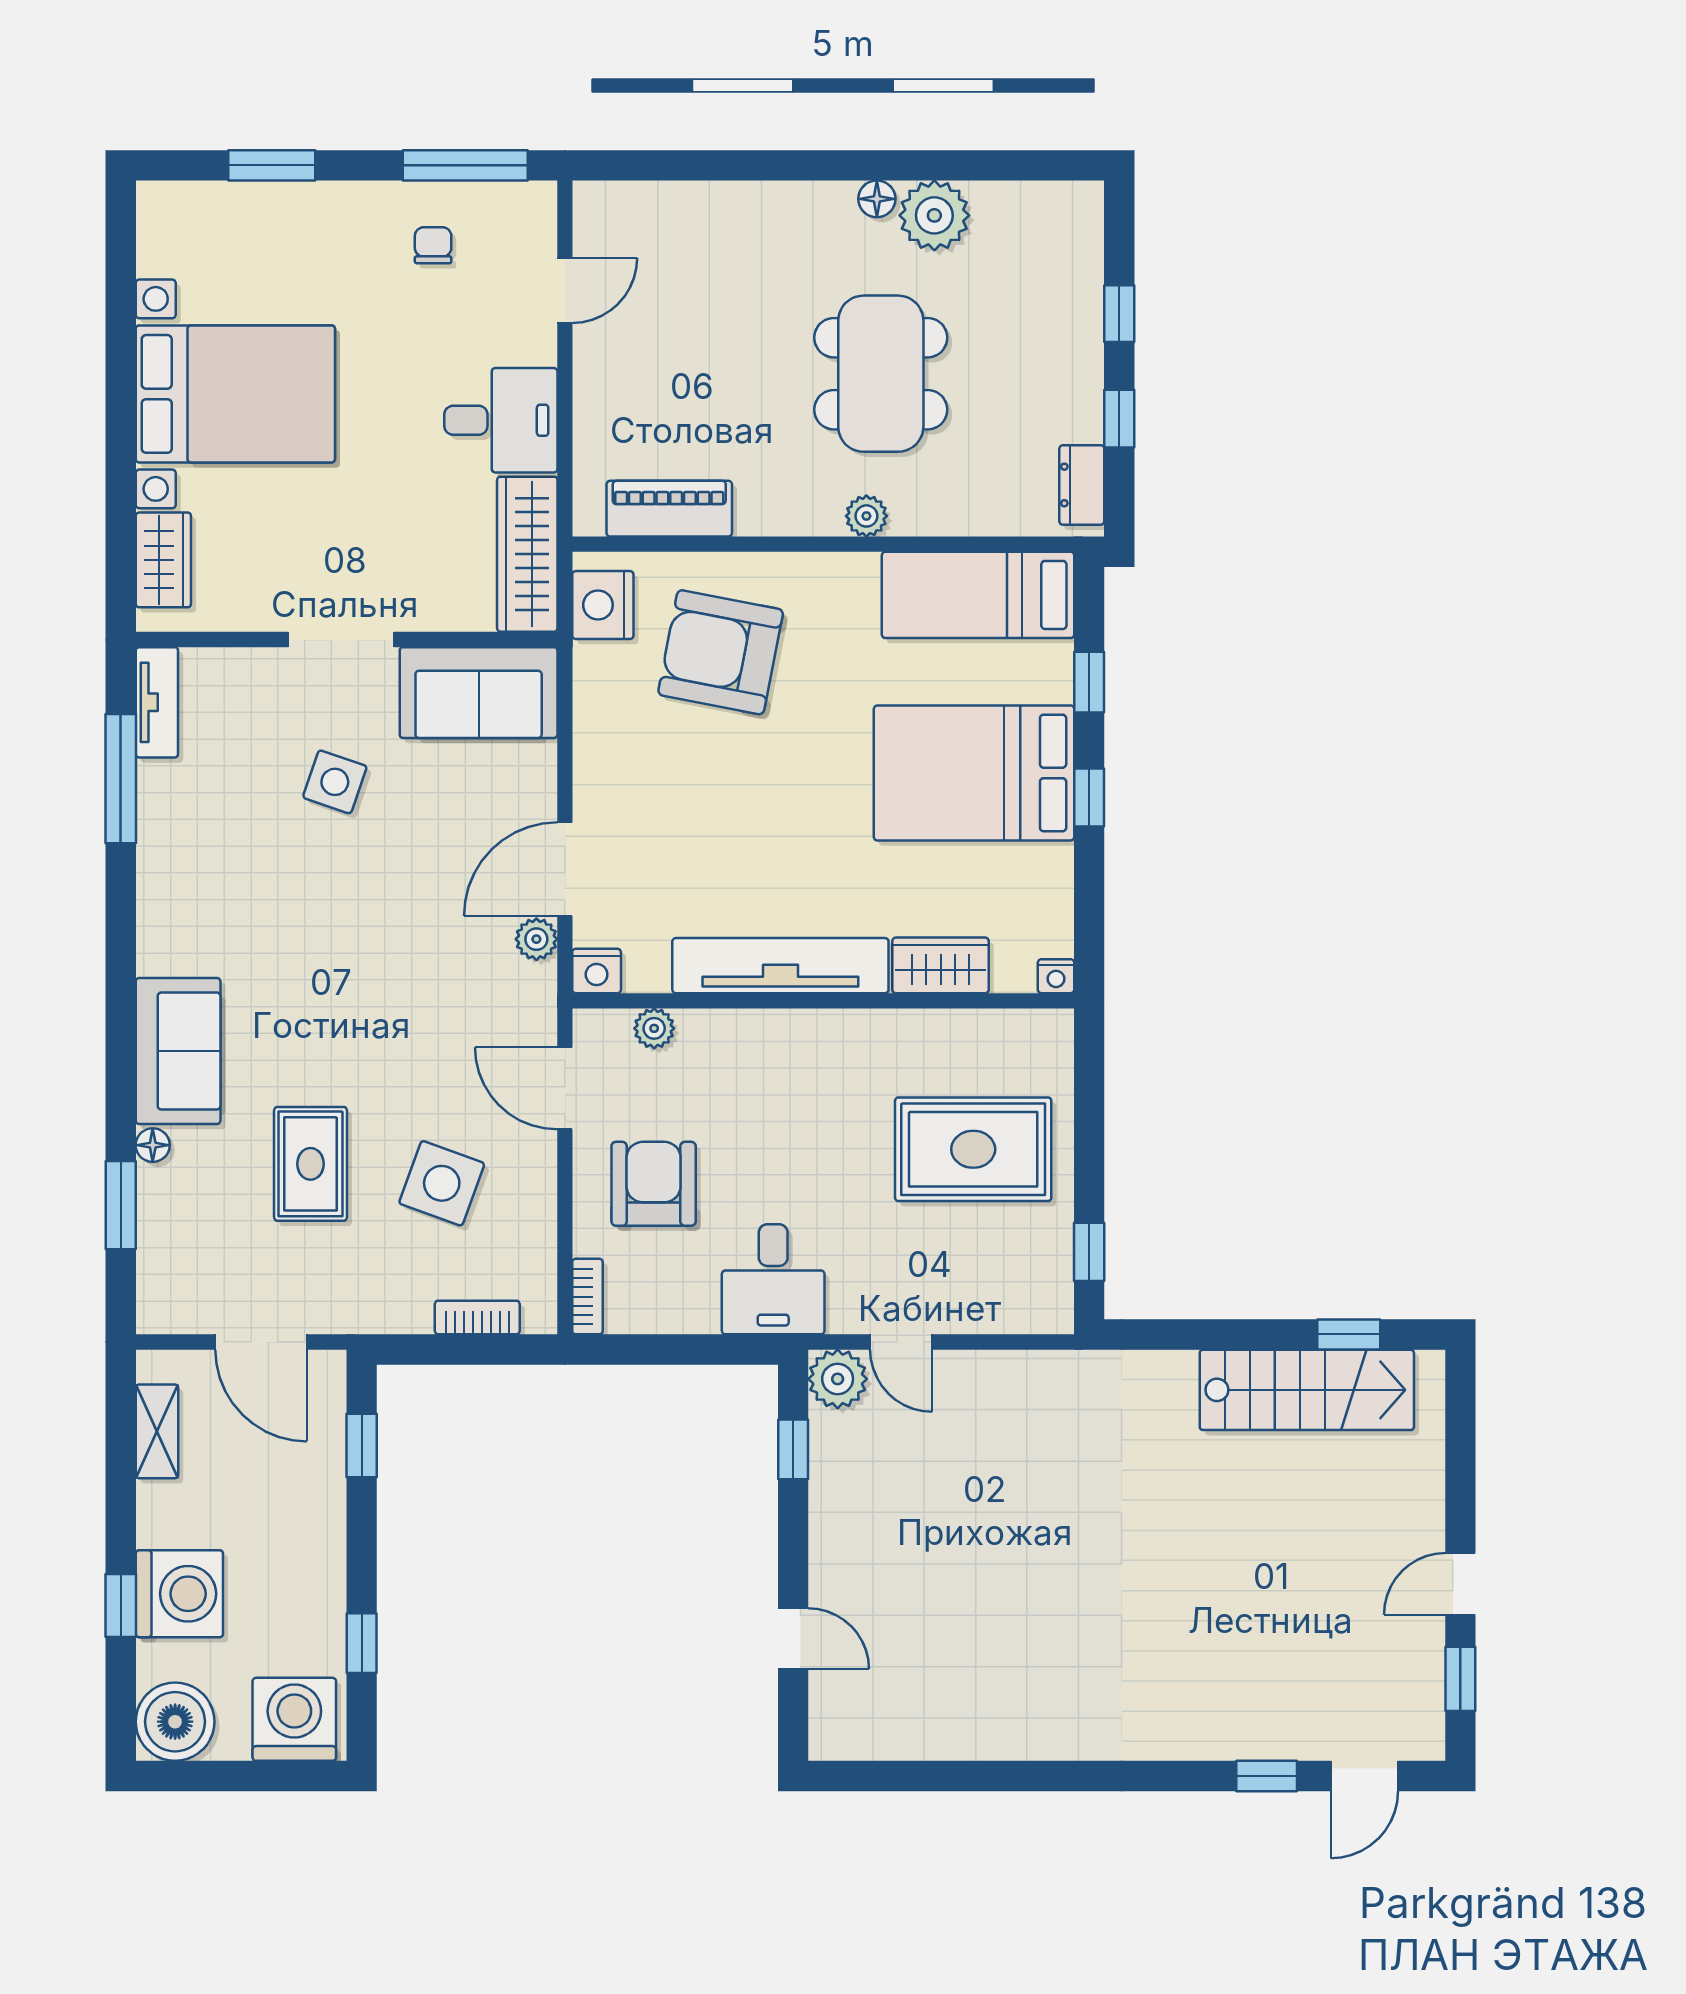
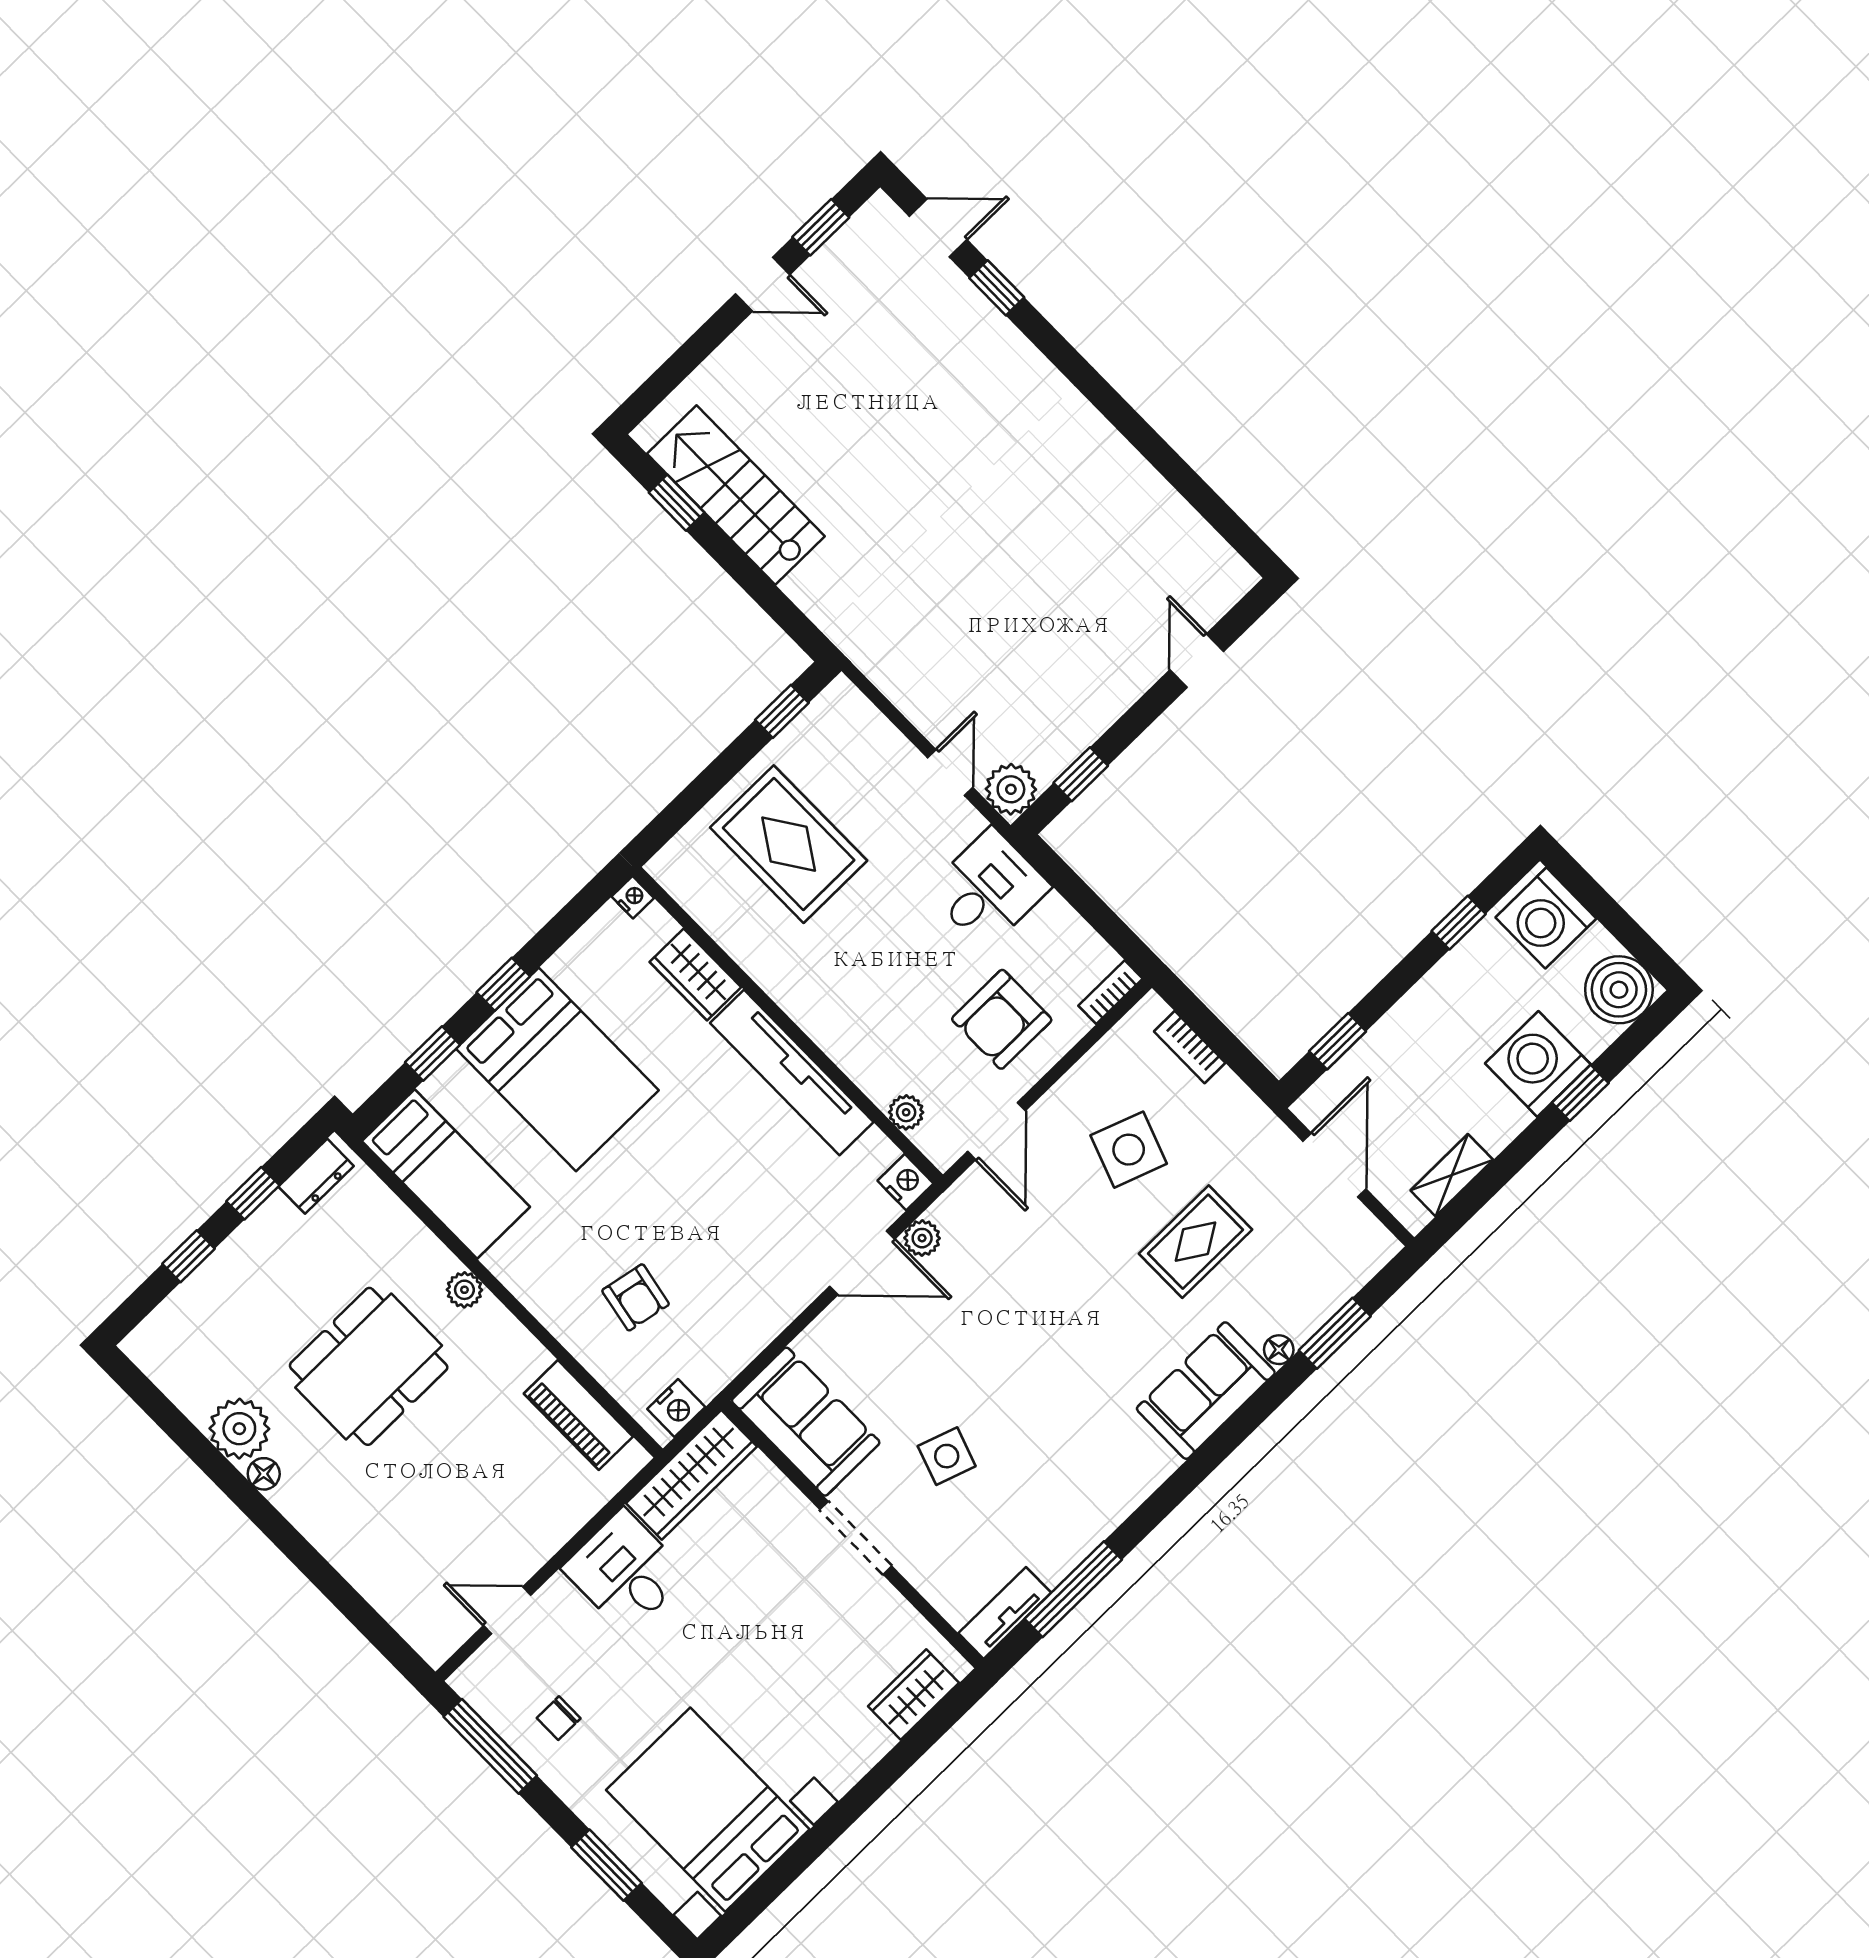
bed with nightstands: (235, 394) -> (708, 1810), moved
nightstand: (603, 605) -> (676, 1408), width x0.74, depth x0.75
armchair: (721, 652) -> (636, 1297), width x0.53, depth x0.53

